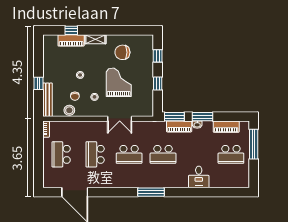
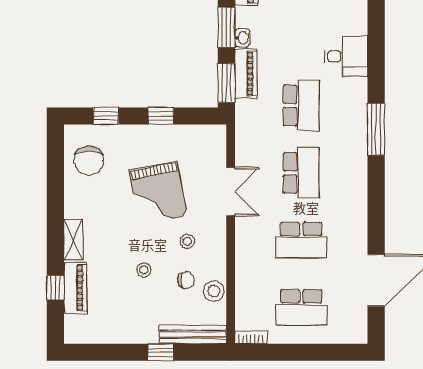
chair: (122, 52) -> (89, 160), moved
grand piano: (119, 82) -> (158, 193), turned -101
desk: (199, 177) -> (346, 56), moved

